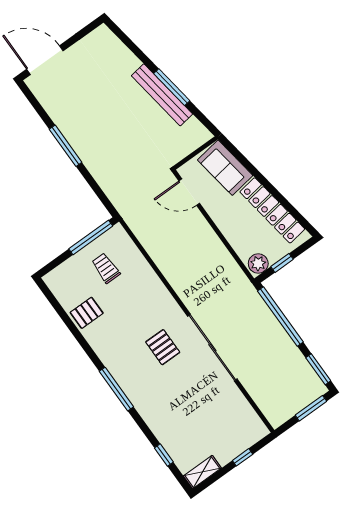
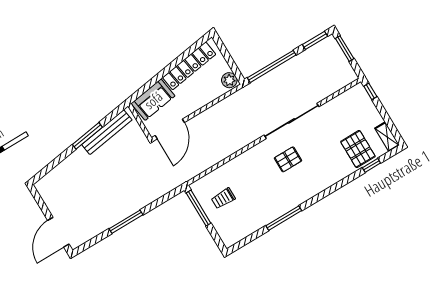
bench: (162, 95) -> (107, 132), moved
door: (189, 192) -> (170, 129), width x1.36
window: (282, 263) -> (230, 62), removed
pallet: (87, 313) -> (358, 149), moved, width x1.50, depth x1.42
window: (116, 389) -> (284, 218), moved
window: (243, 457) -> (370, 91), moved

